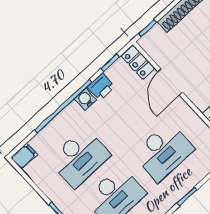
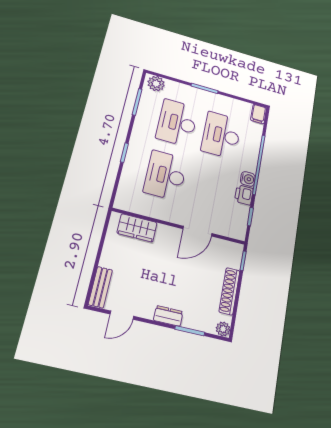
locker: (138, 62) -> (231, 230), removed
door: (170, 82) -> (197, 231), swing flipped

